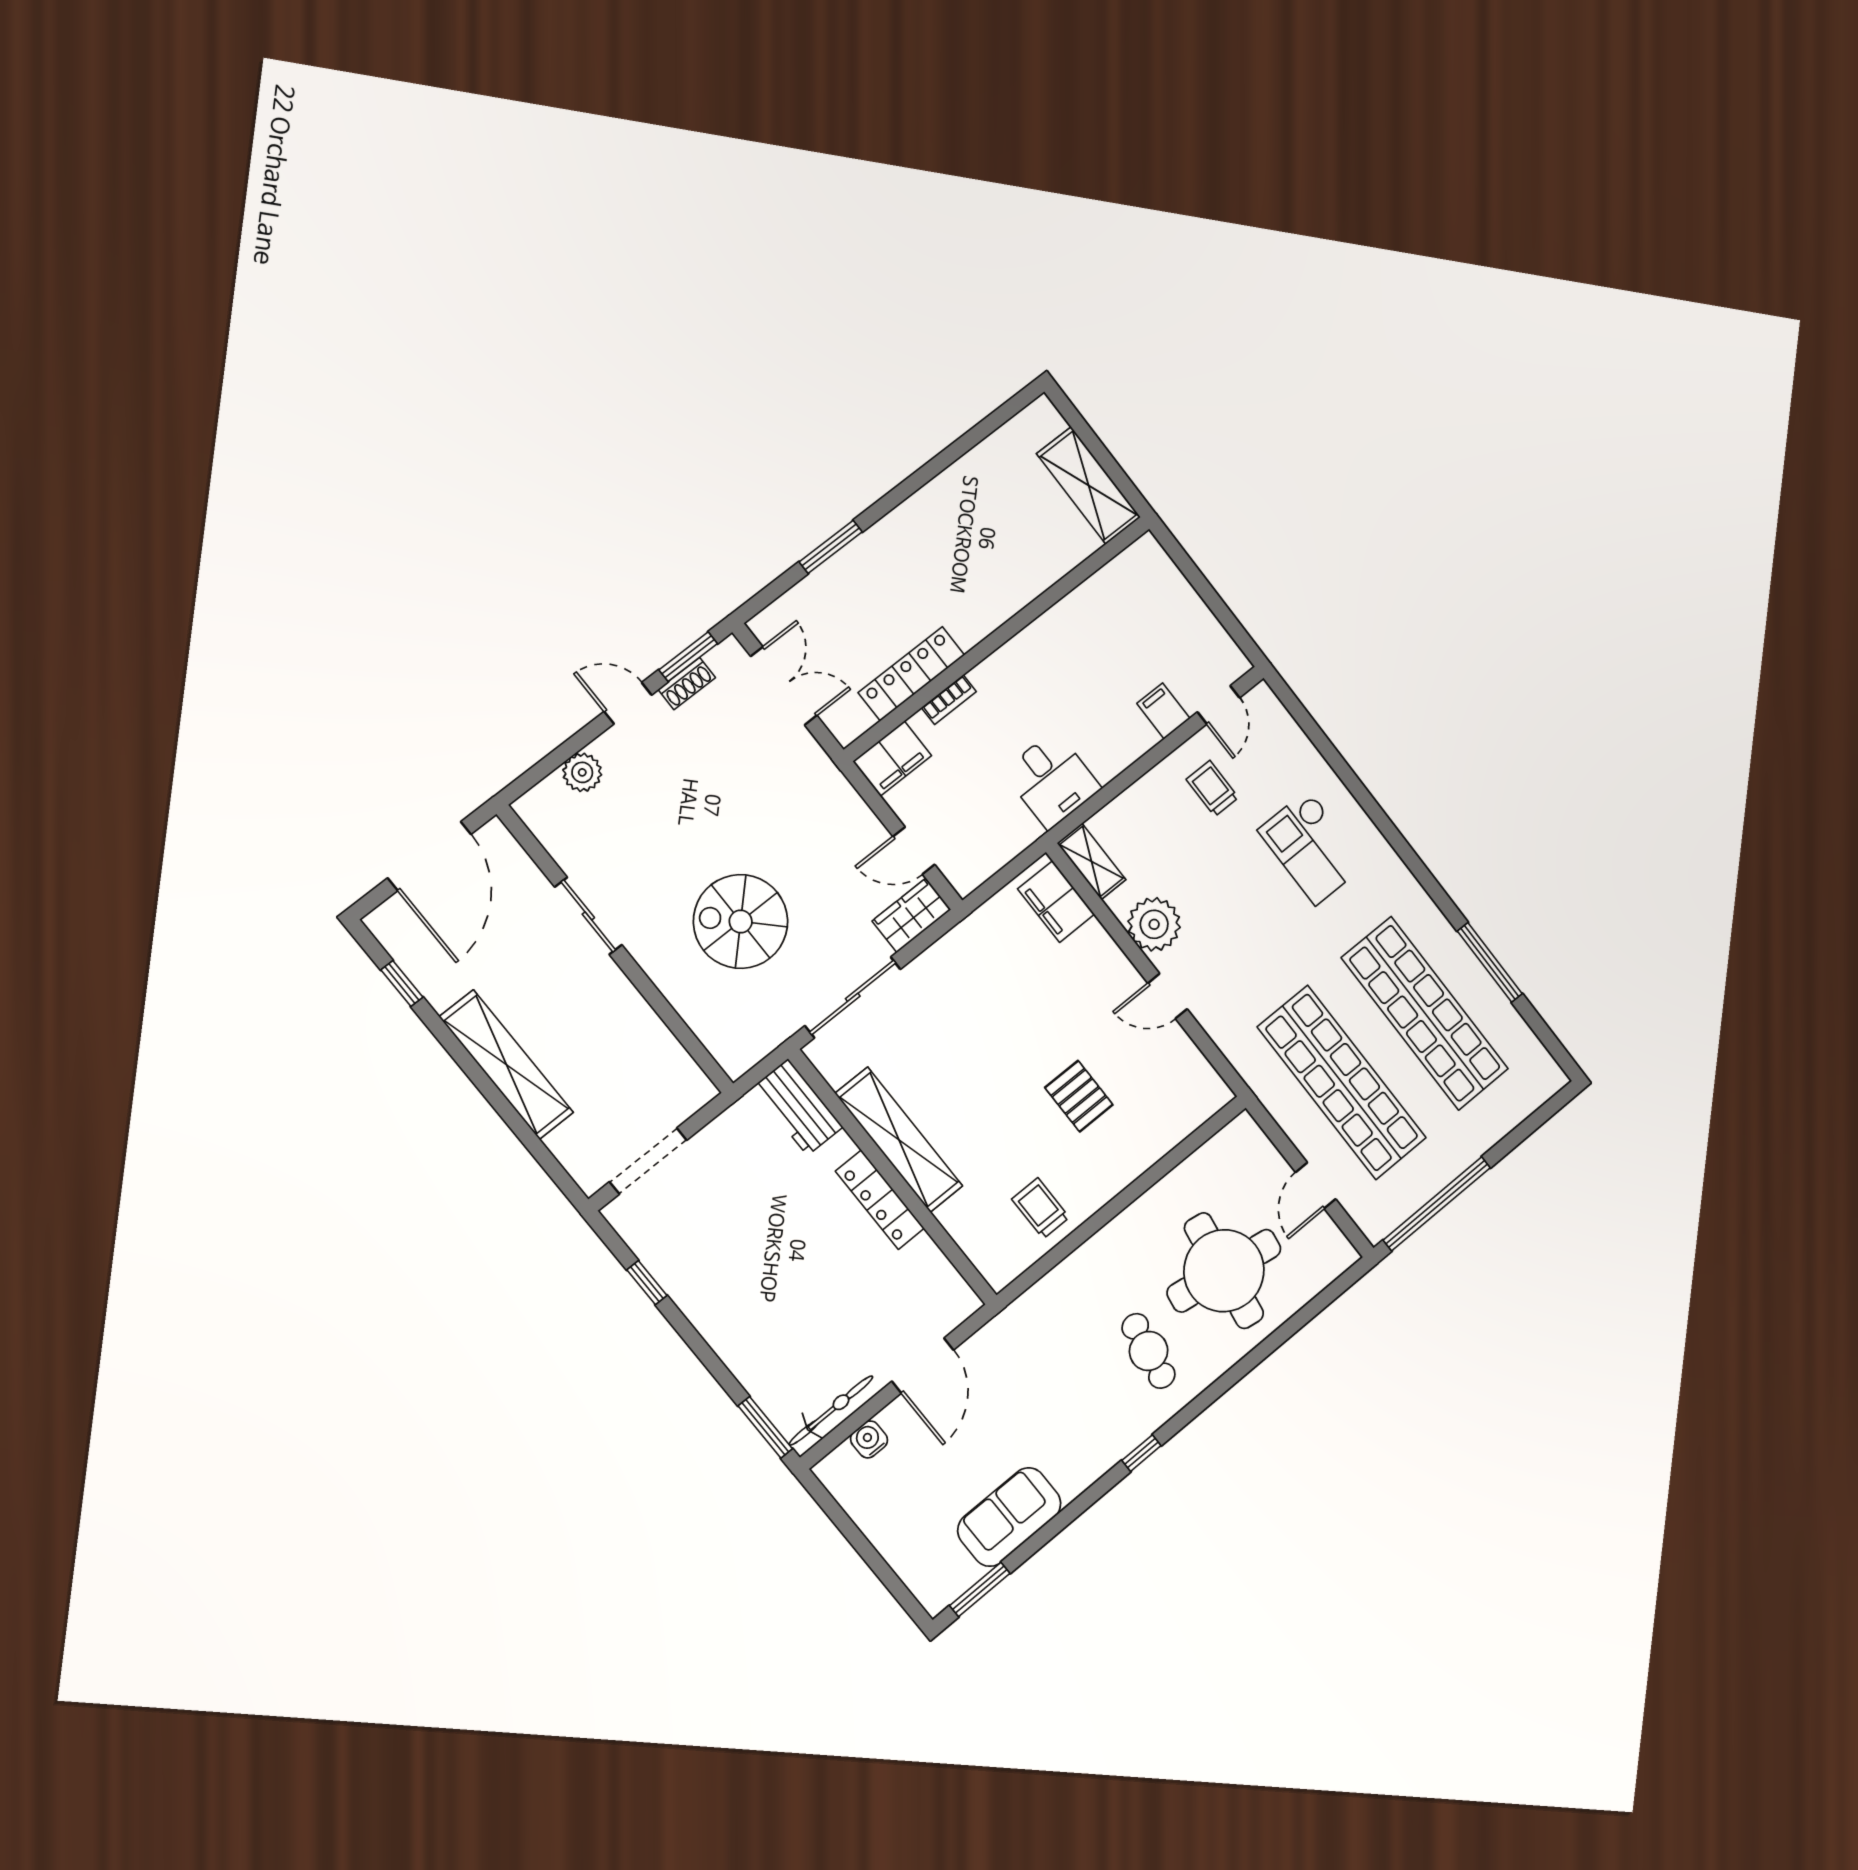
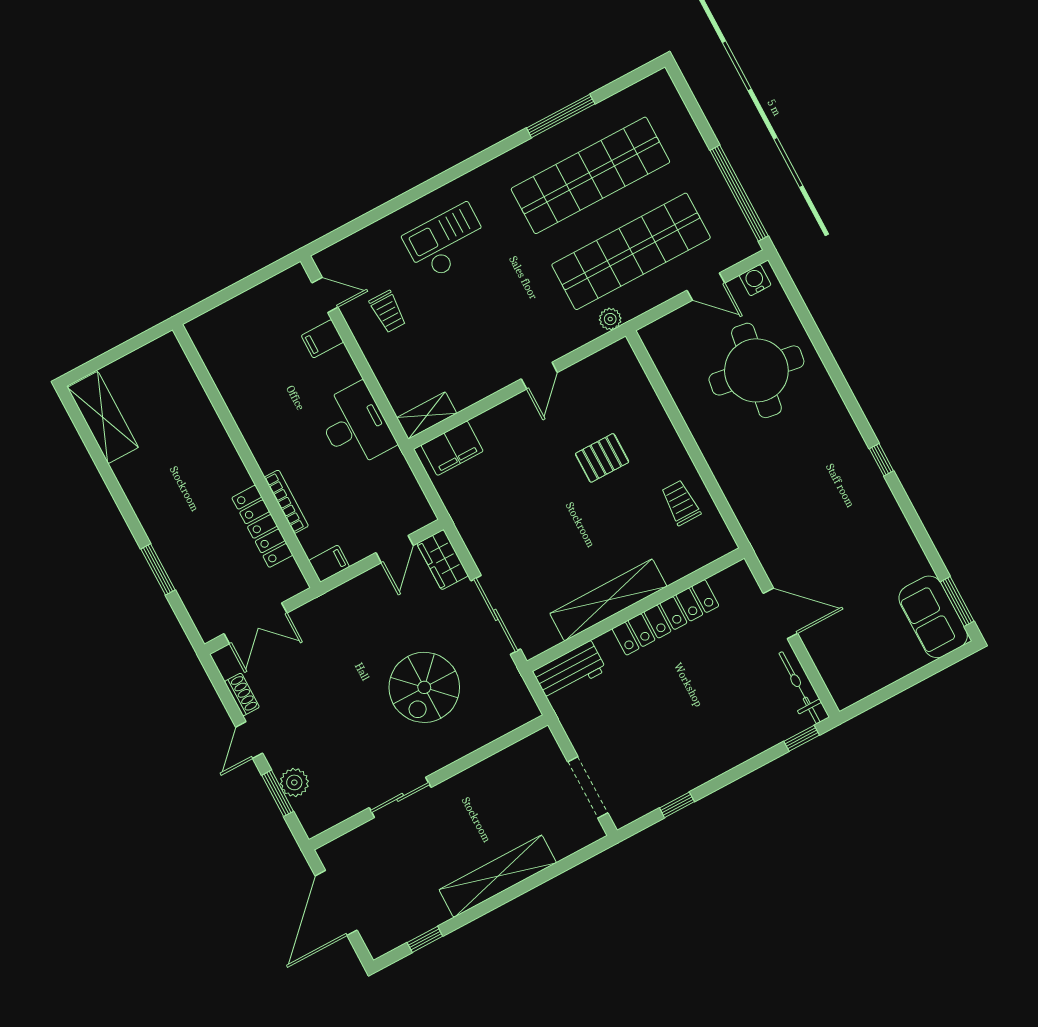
shelving: (1089, 486) -> (103, 417), moved, turned 90
window: (688, 657) -> (278, 793), moved
double door: (784, 686) -> (256, 623), swing flipped
bookcase: (949, 700) -> (286, 502), width x1.56
filing cabinet: (892, 759) -> (329, 564), width x0.50
desk: (1052, 780) -> (355, 426), width x1.37
trolley: (1212, 788) -> (388, 312), turned -90
checkout: (1312, 847) -> (446, 242), turned 180
door: (429, 856) -> (336, 903), swing flipped
plant: (1154, 924) -> (610, 319), moved, width x0.53, depth x0.53
locker: (880, 1200) -> (665, 617), width x1.41, depth x1.21
trolley: (1041, 1208) -> (681, 503), turned 90
cafe table: (1149, 1351) -> (805, 440), removed
window: (765, 1427) -> (802, 738), width x0.67
water cooler: (869, 1439) -> (755, 280), moved, turned 90
sofa: (1009, 1517) -> (933, 617), moved

